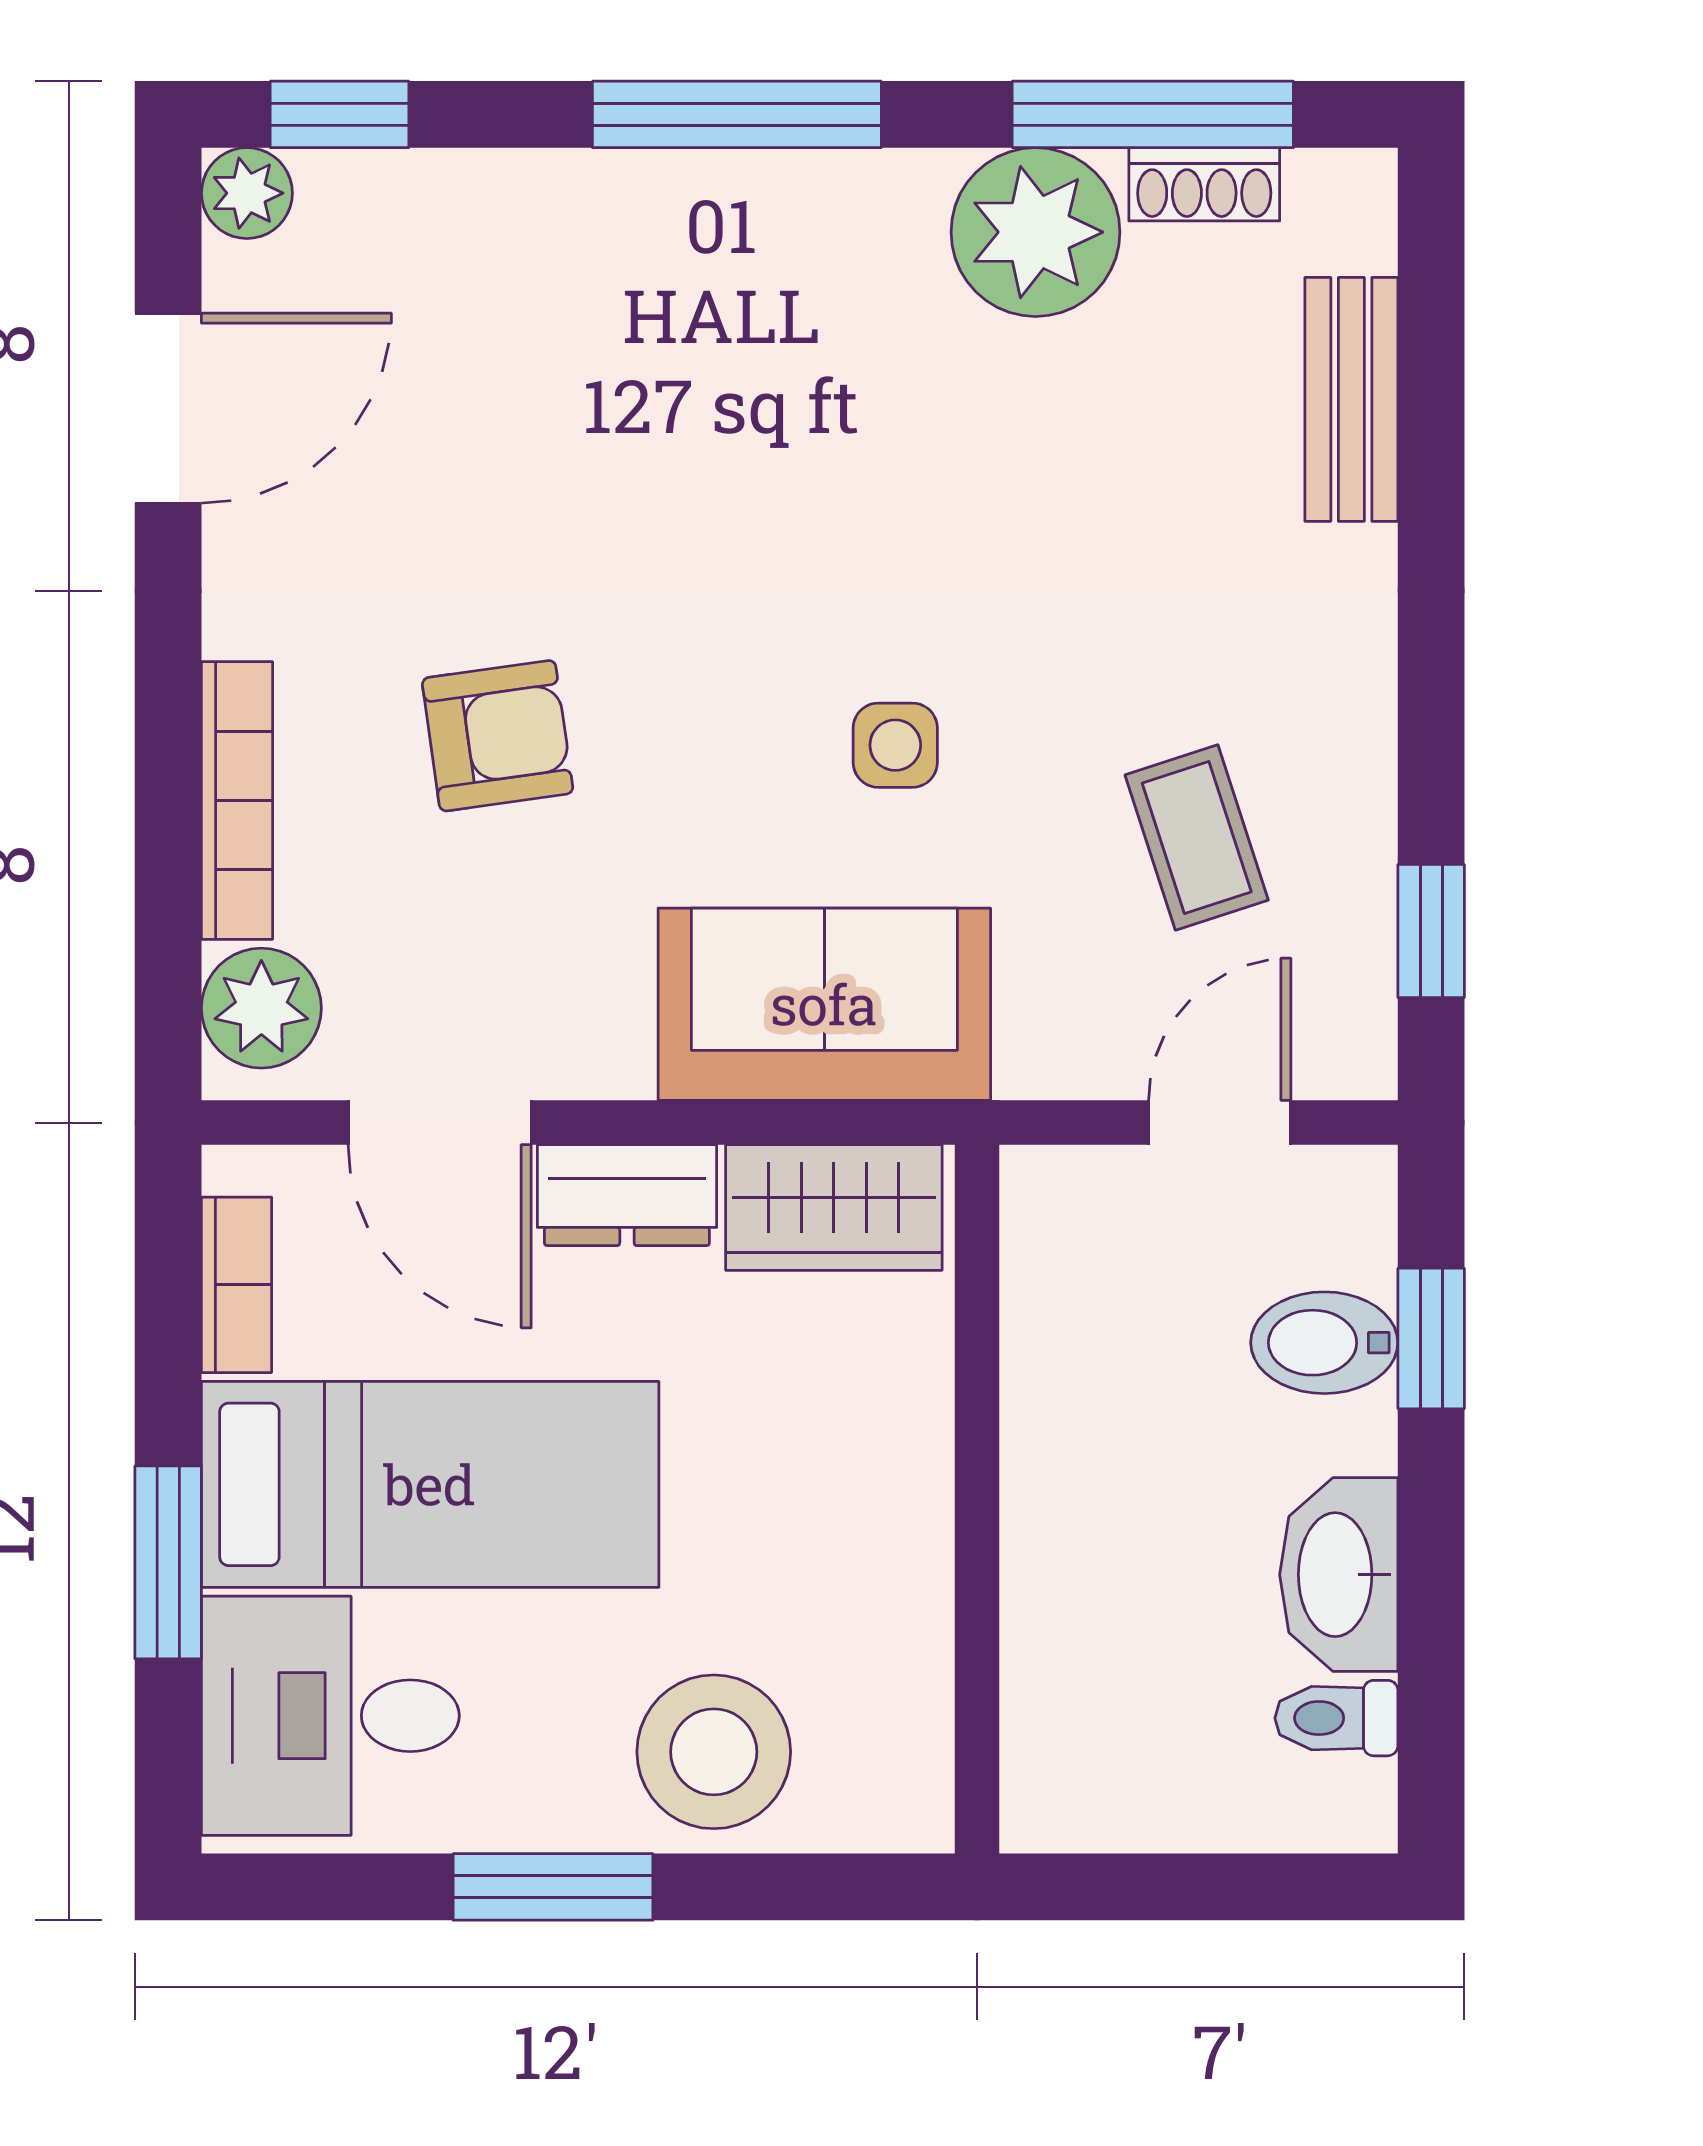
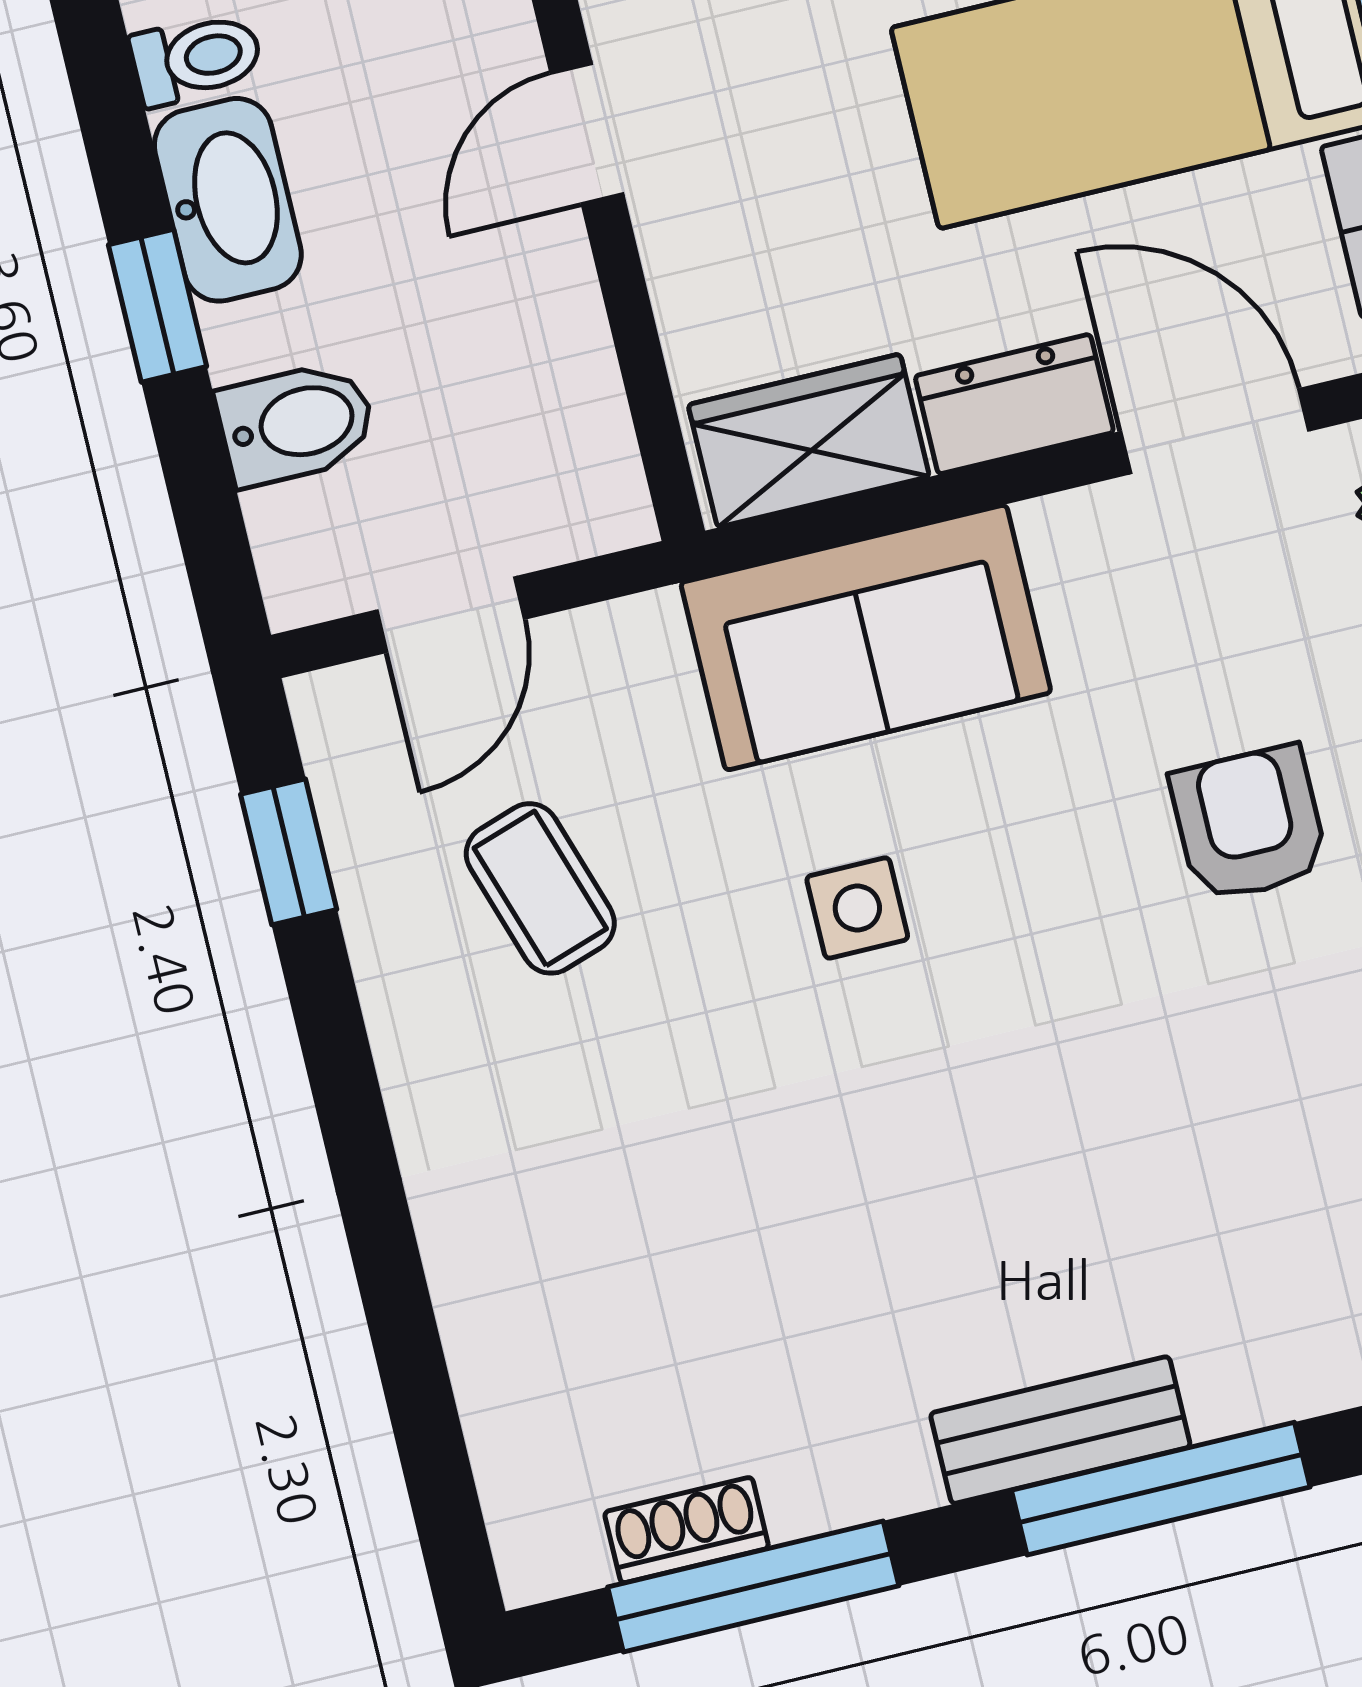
plant: (1035, 232) -> (841, 1444), removed
bench: (1351, 399) -> (1060, 1430), moved, turned 90
armchair: (498, 736) -> (1249, 824), turned 98
window: (1431, 1339) -> (158, 306), moved
door: (977, 1555) -> (587, 134), added

